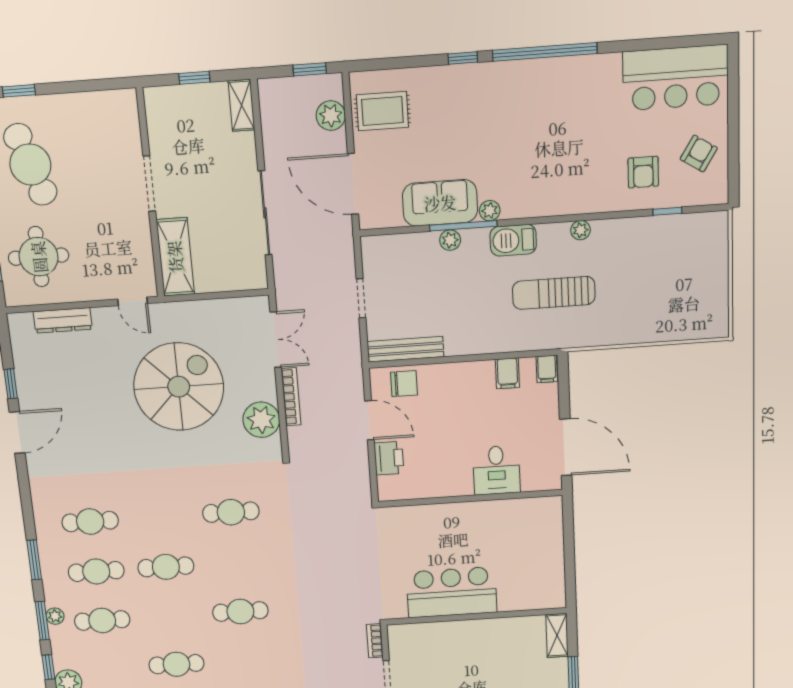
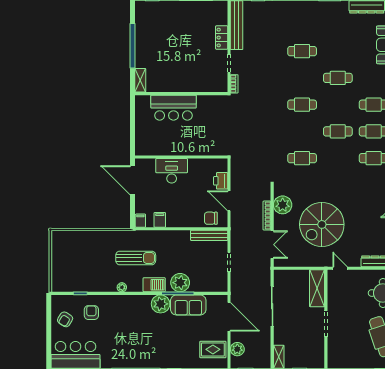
plant: (490, 211) -> (161, 304), width x1.87, depth x1.87
plant: (450, 240) -> (180, 283), width x1.87, depth x1.87
double door: (276, 340) -> (272, 245), swing flipped
desk: (496, 470) -> (172, 171), width x1.37
bar counter: (452, 592) -> (173, 108), moved

